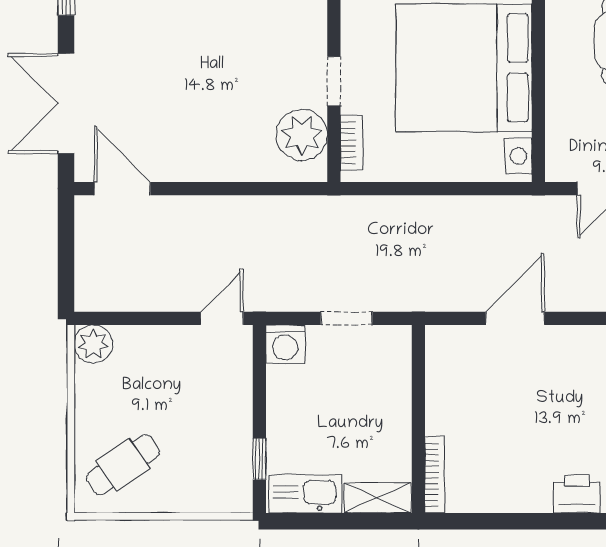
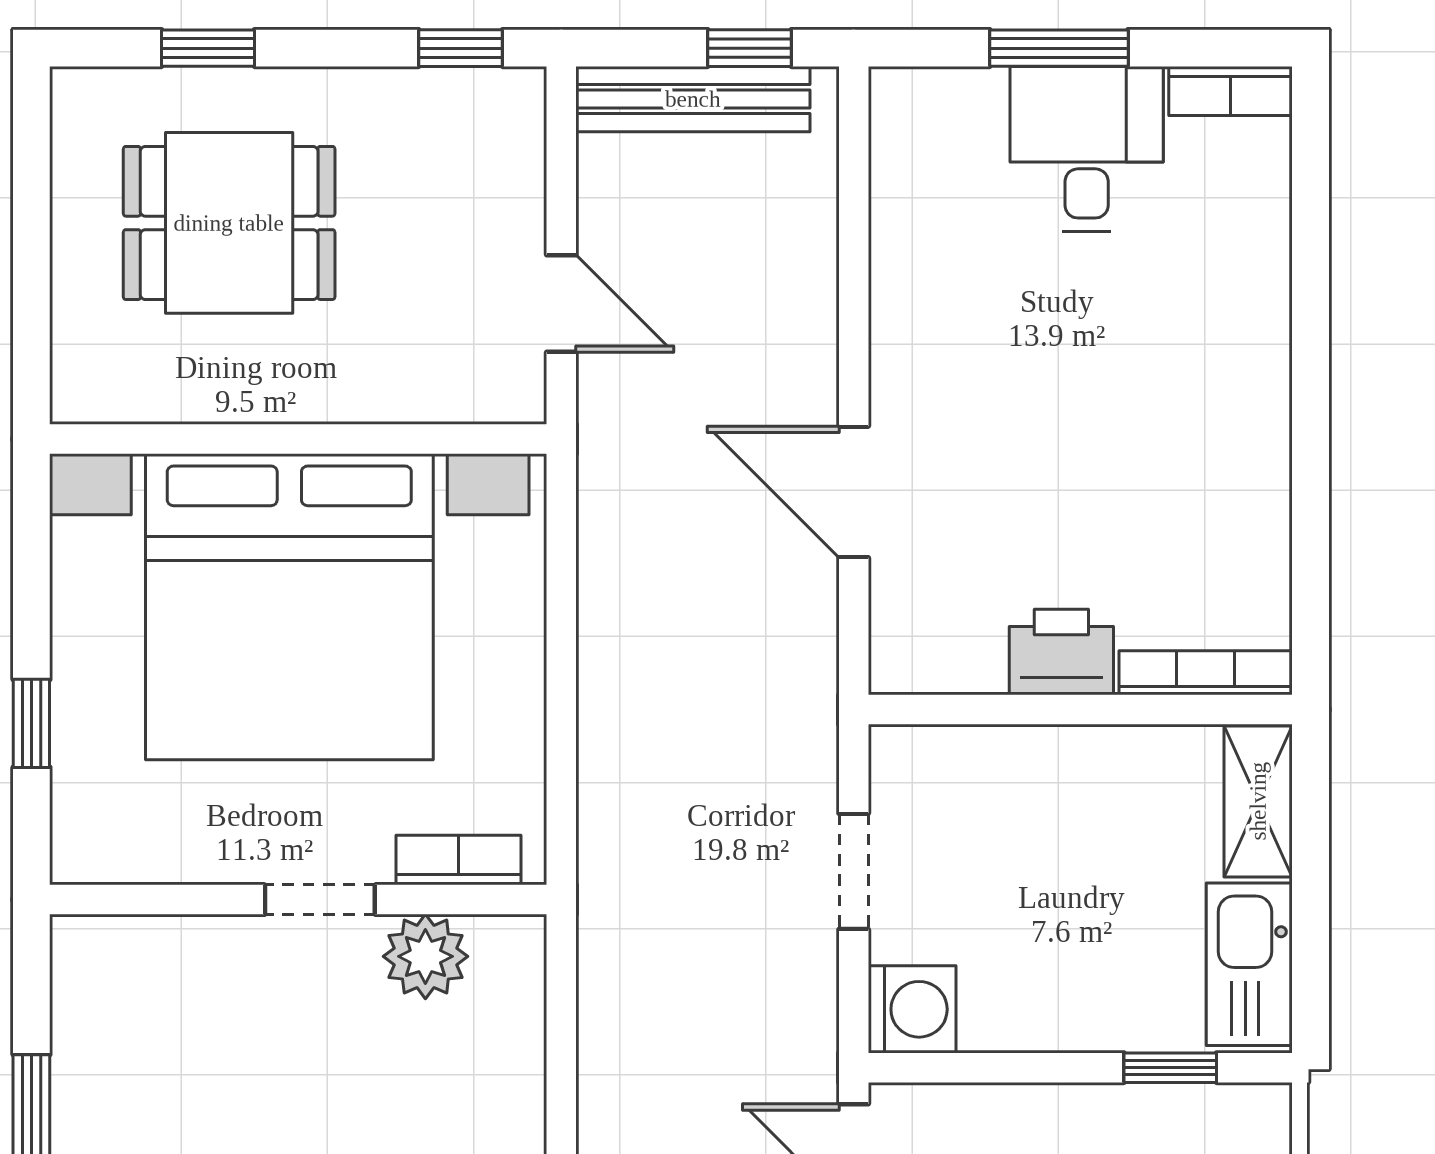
plant: (302, 135) -> (425, 956), width x0.73, depth x0.73
printer: (577, 494) -> (1061, 652), moved, turned 90

